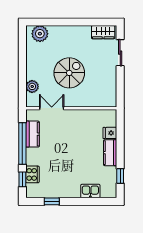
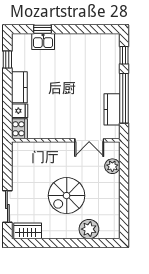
plant: (40, 34) -> (89, 229), moved
spiral stairs: (69, 73) -> (67, 196), moved
cooker: (32, 174) -> (19, 129), moved, turned 180
window: (52, 201) -> (43, 29), moved

